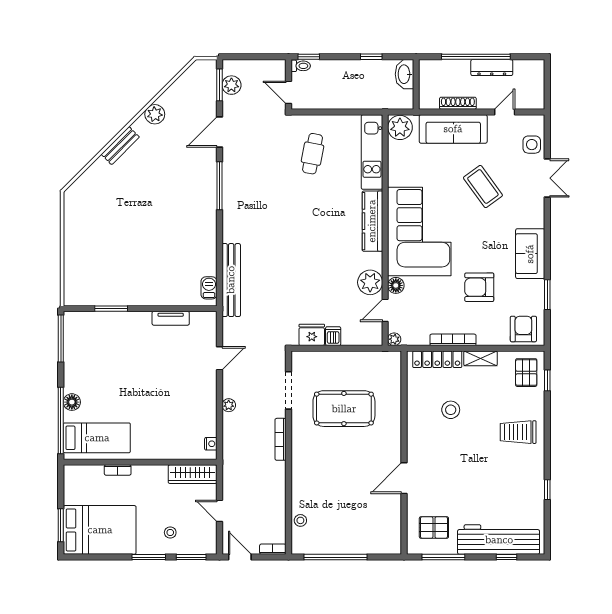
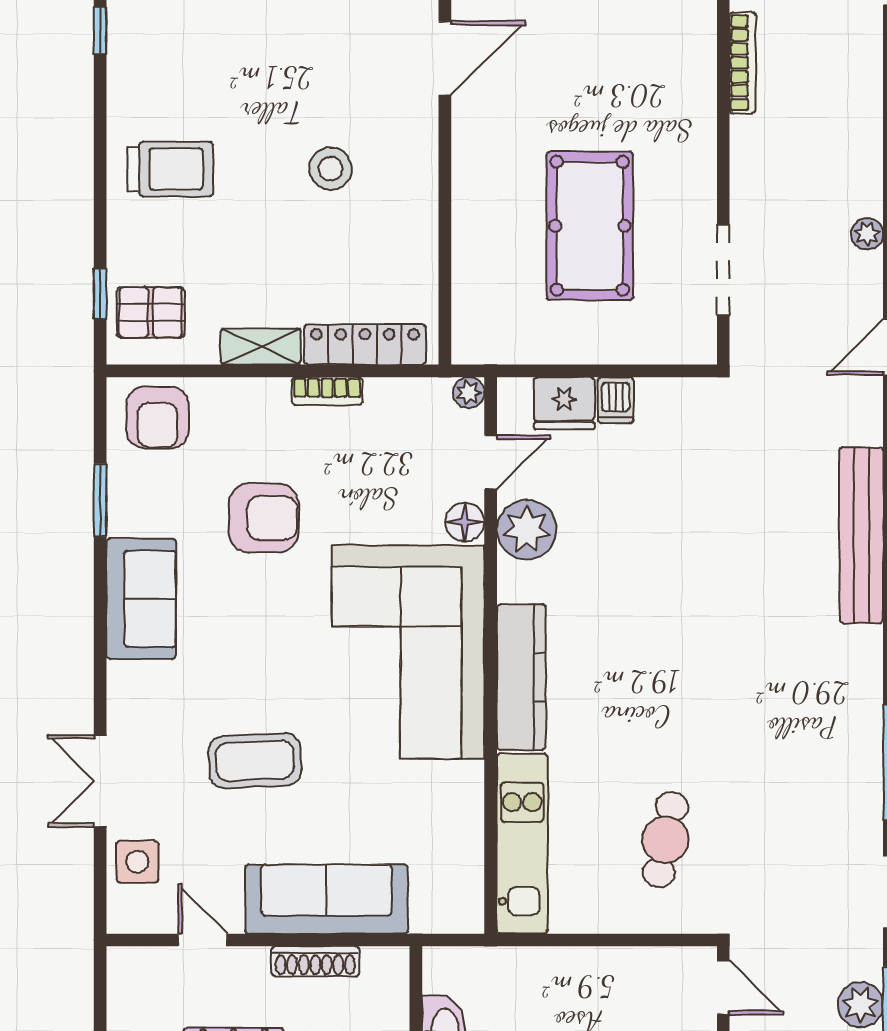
door: (505, 112) -> (203, 940), swing flipped
plant: (400, 127) -> (455, 903), removed
coffee table: (483, 186) -> (255, 761), turned -57
fridge: (312, 335) -> (564, 403), moved
bookcase: (453, 340) -> (327, 391), width x0.64
pallet: (526, 373) -> (151, 312), turned 90
pool table: (344, 409) -> (590, 226), turned 90
stool: (451, 410) -> (330, 169), moved
bookcase: (281, 439) -> (742, 63), moved

